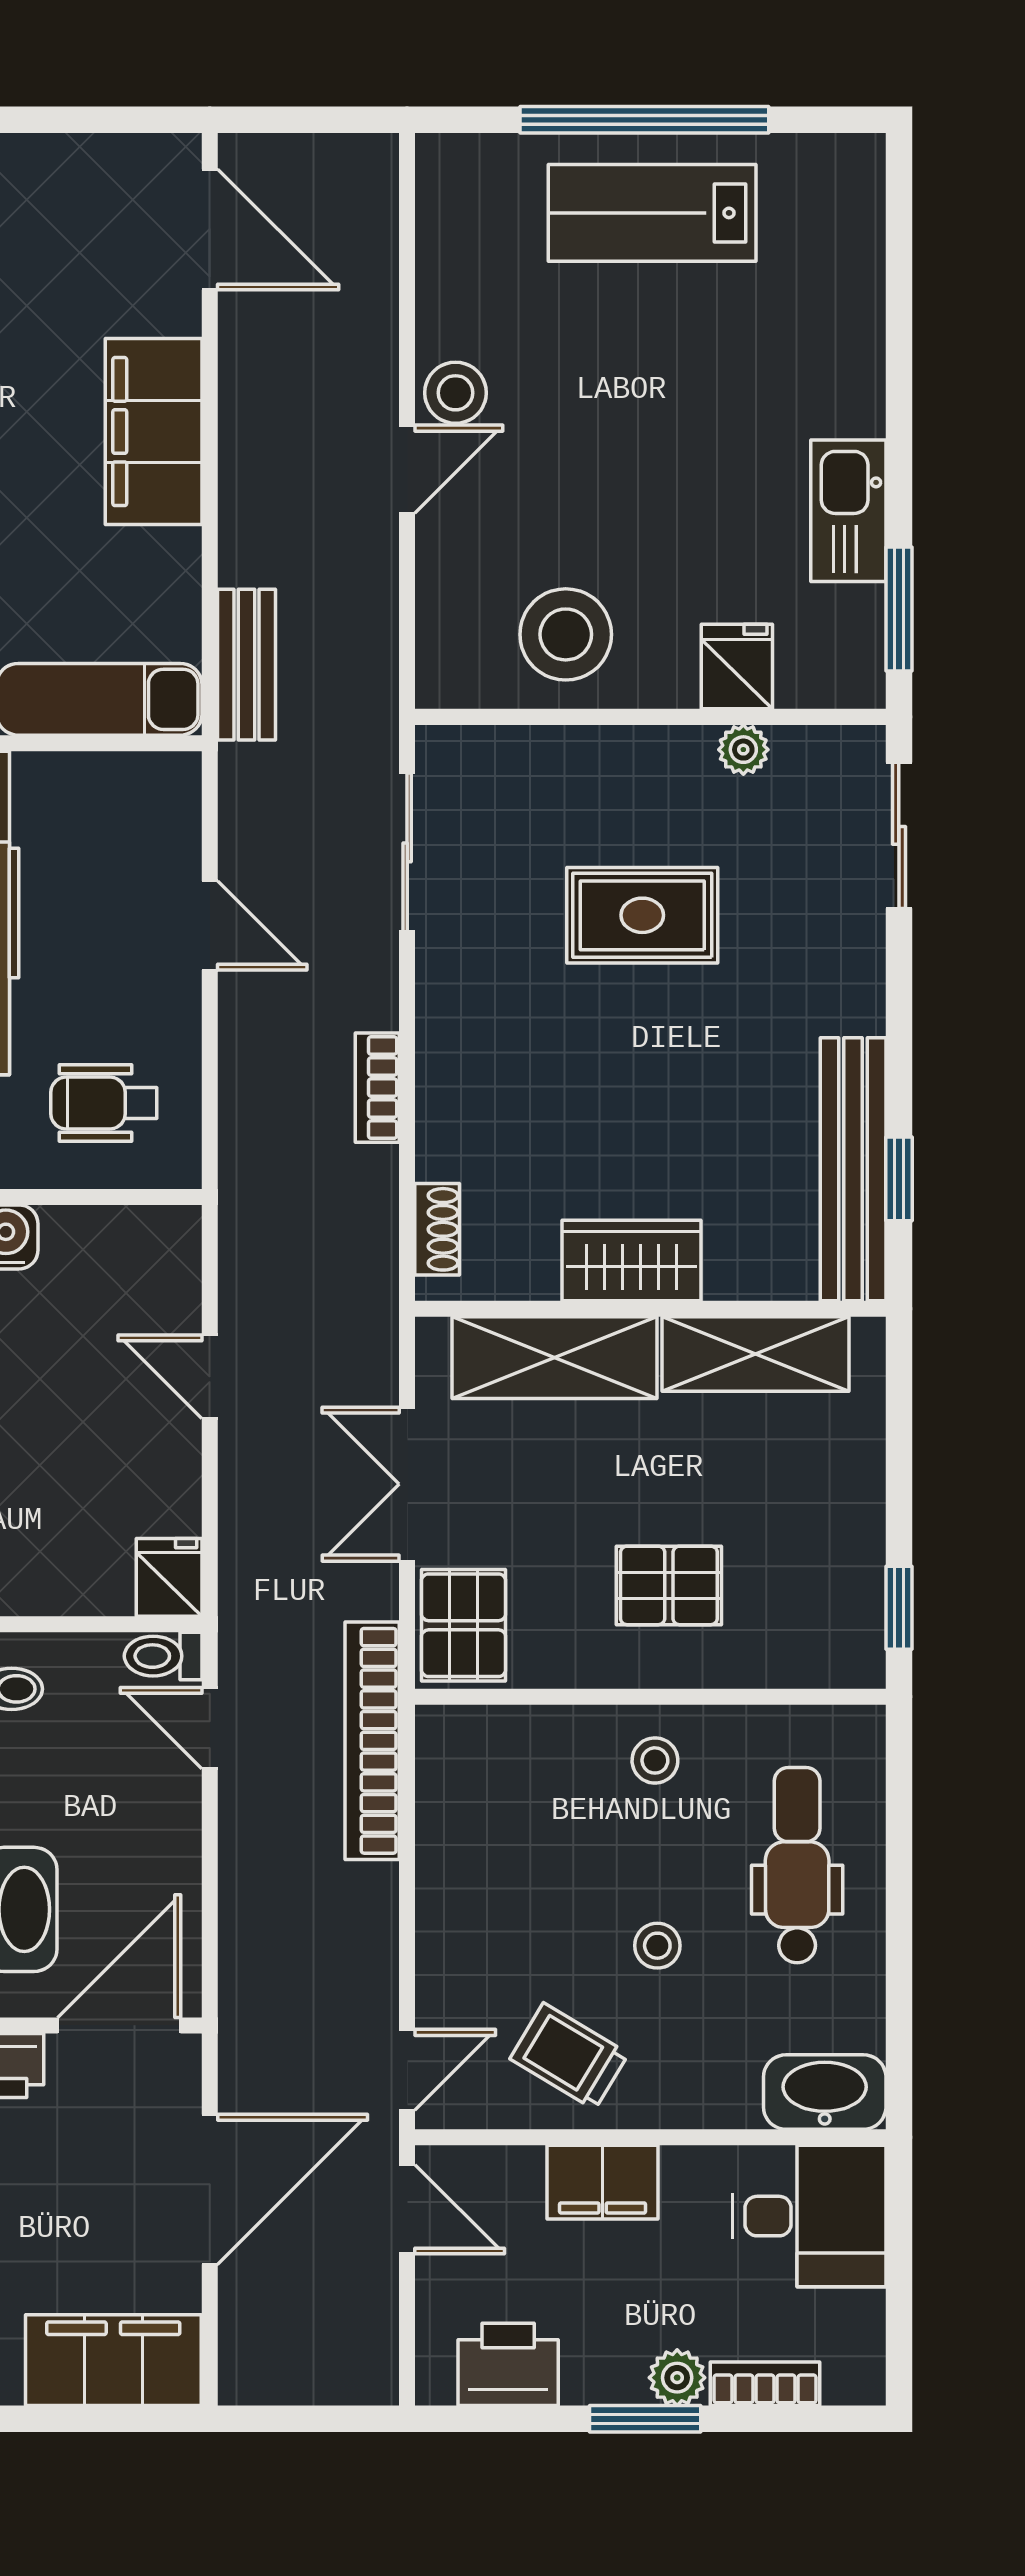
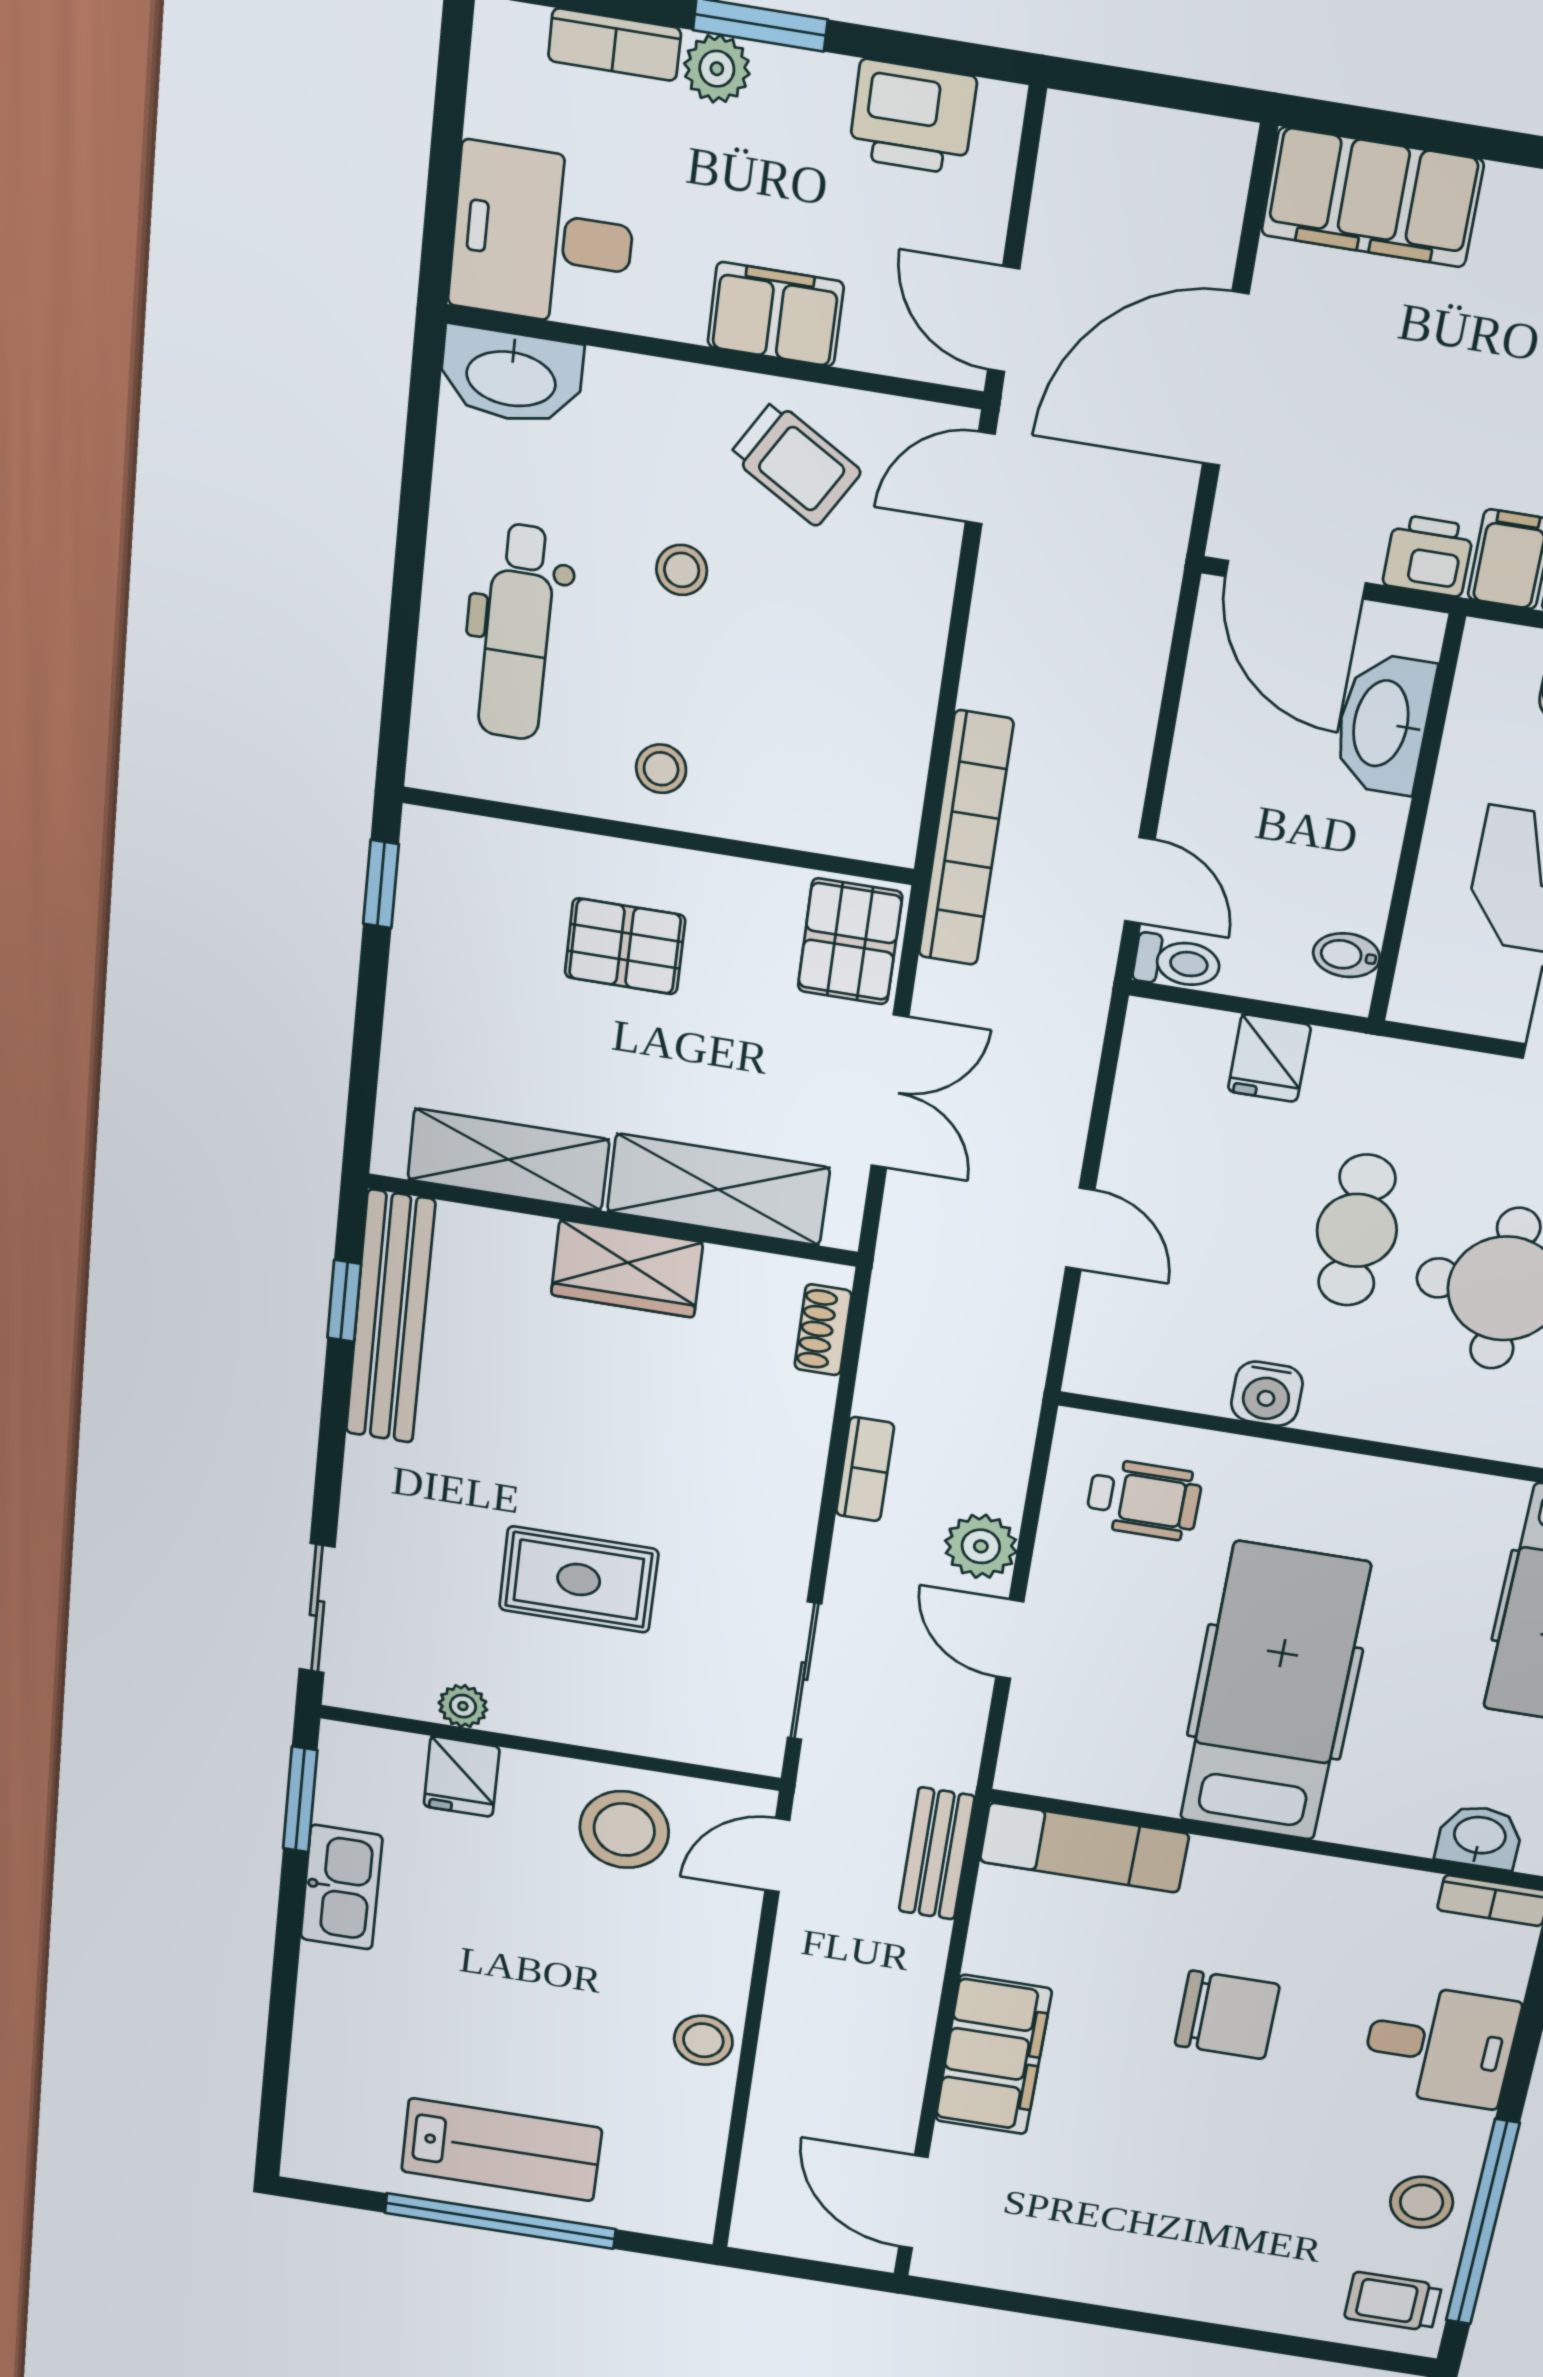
door: (407, 469) -> (777, 1855), moved
plant: (253, 1023) -> (981, 1546), added
fridge: (169, 1577) -> (1269, 1058), moved
door: (119, 2025) -> (1296, 580), hinge flipped

